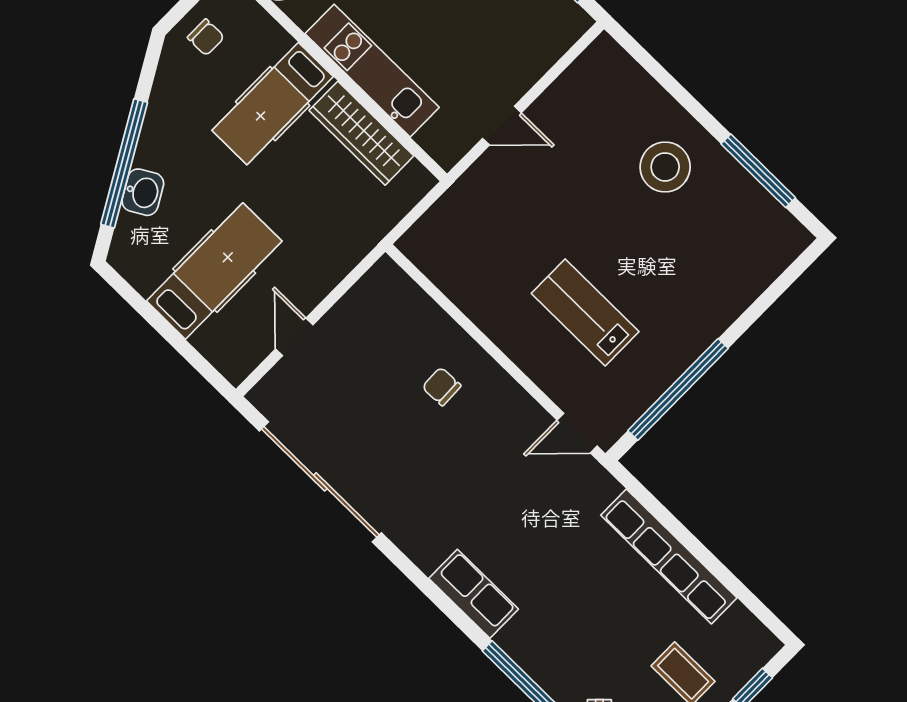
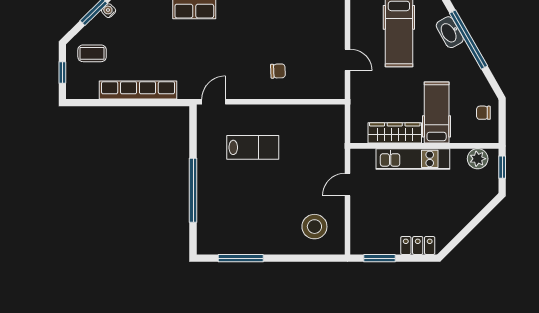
stool: (665, 167) -> (314, 227), moved
washbasin: (143, 192) -> (450, 32), width x1.38
door: (294, 337) -> (348, 60), moved
window: (678, 389) -> (193, 190), moved

